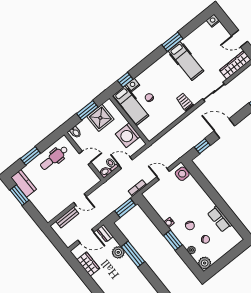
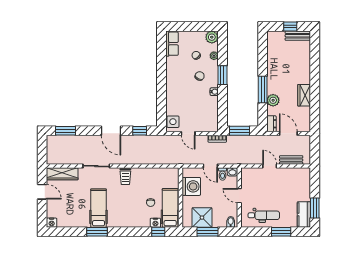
row of seats: (220, 219) -> (172, 44), moved
wardrobe: (88, 264) -> (304, 95), moved

